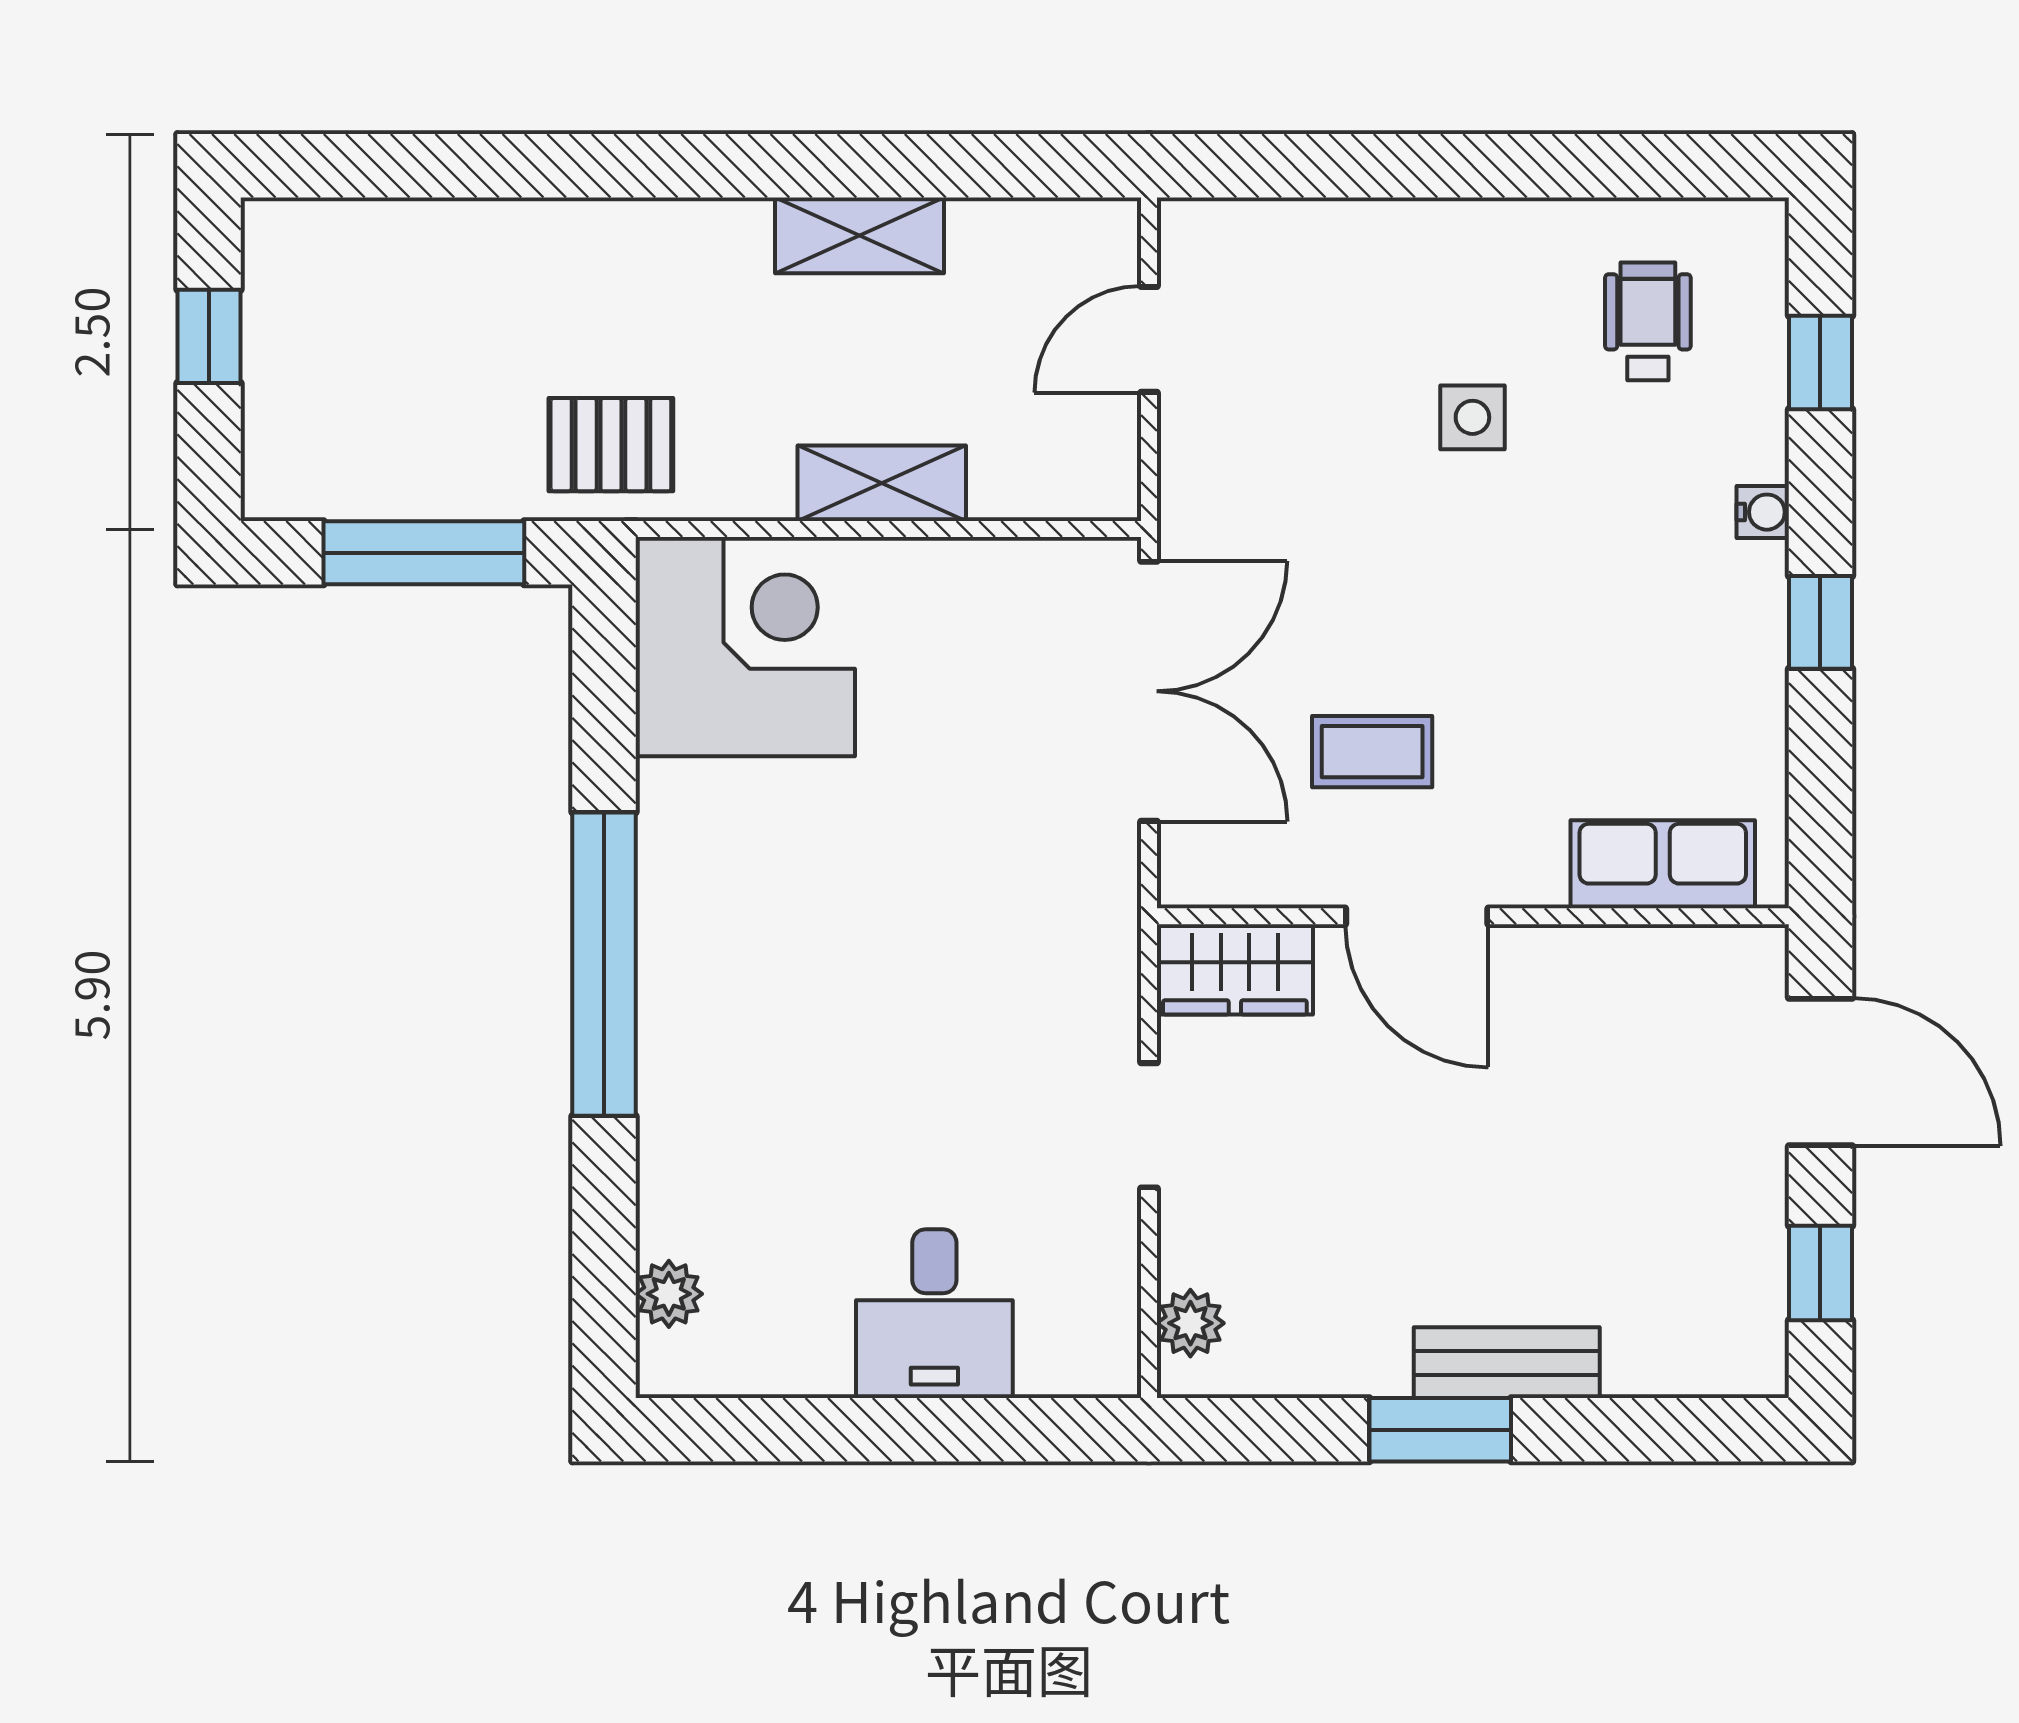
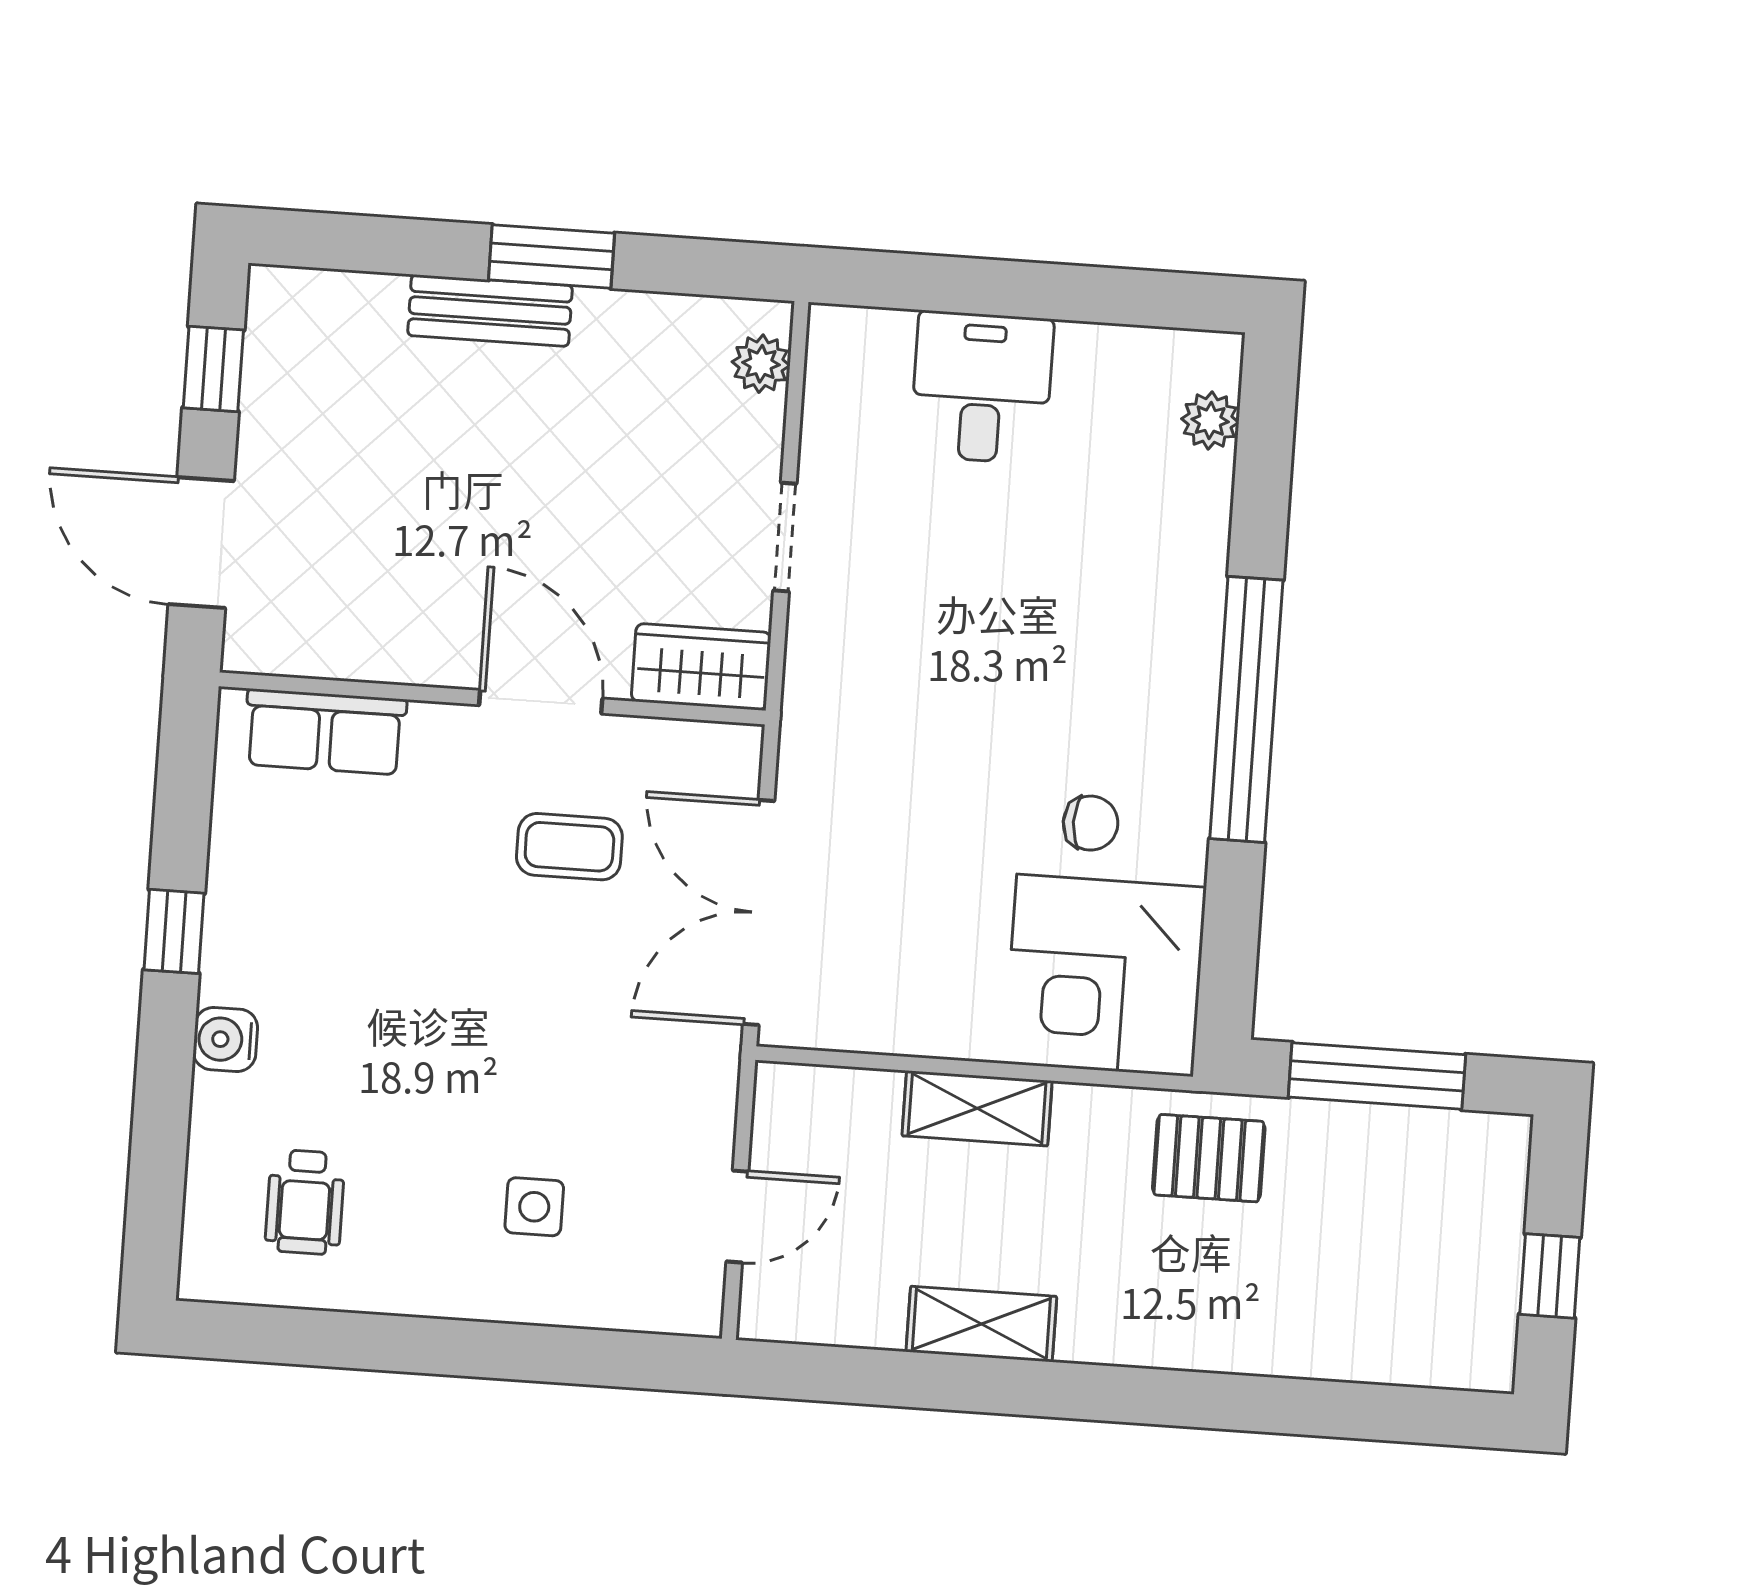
window: (1820, 363) -> (158, 1156), removed
side table: (1472, 417) -> (534, 1207), moved
water cooler: (1763, 512) -> (225, 1039), width x1.38, depth x1.38
chair: (774, 821) -> (1091, 823), added

